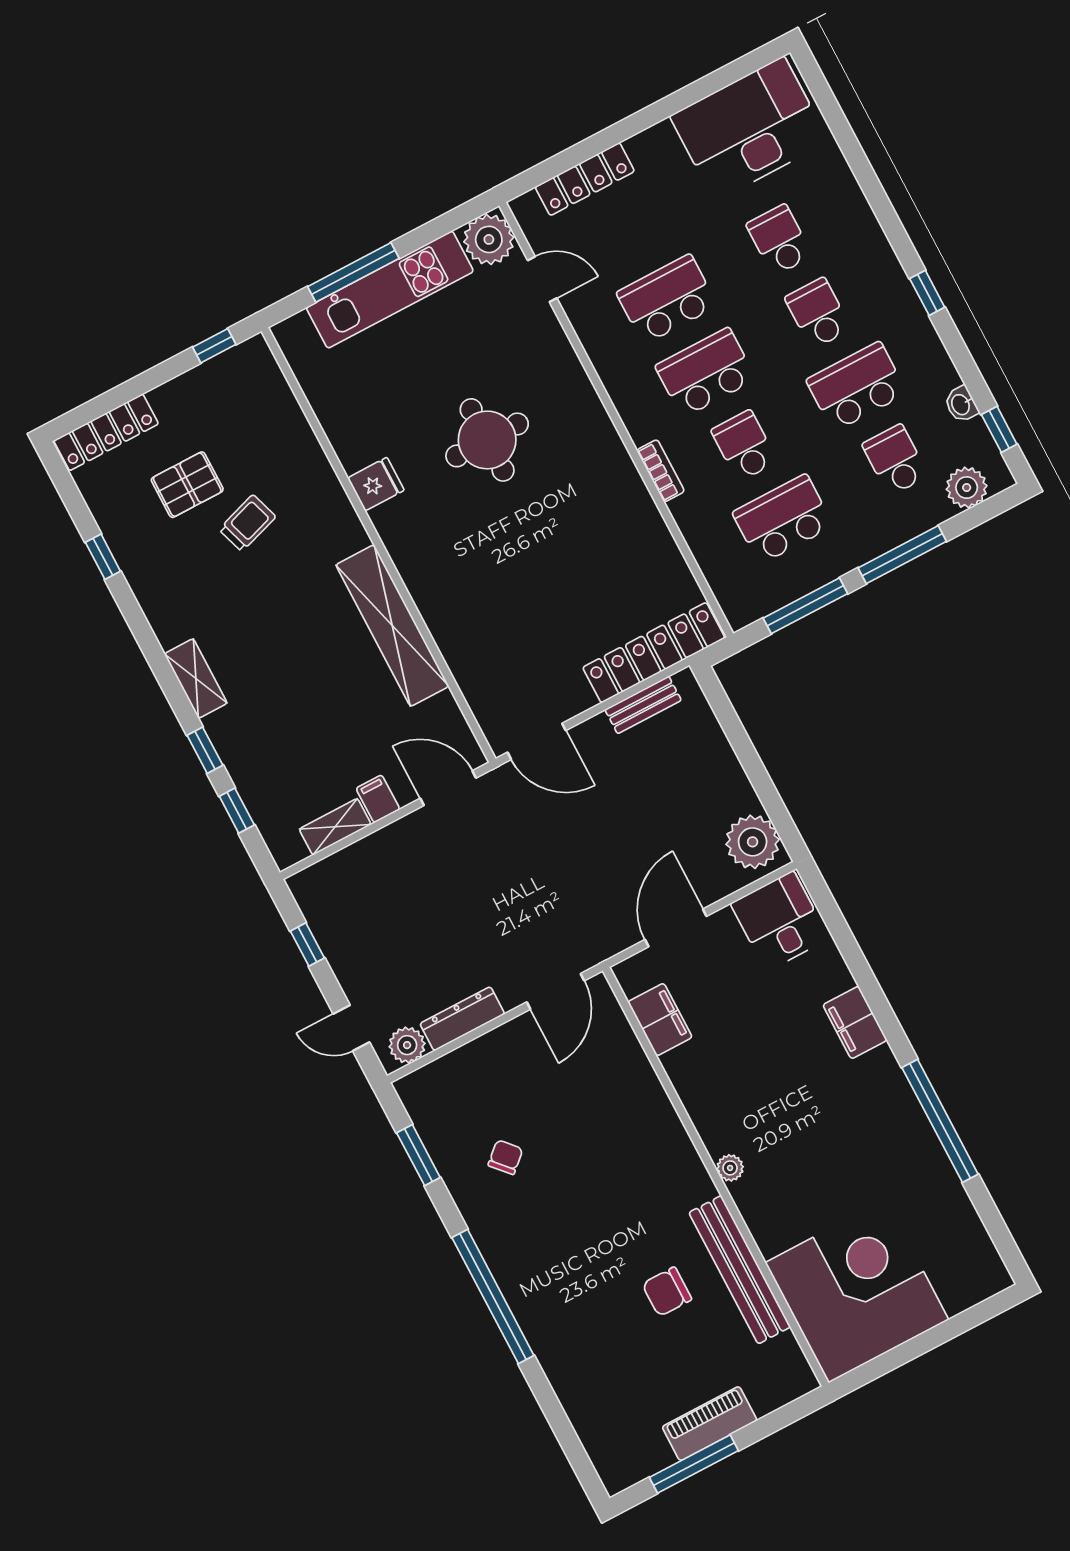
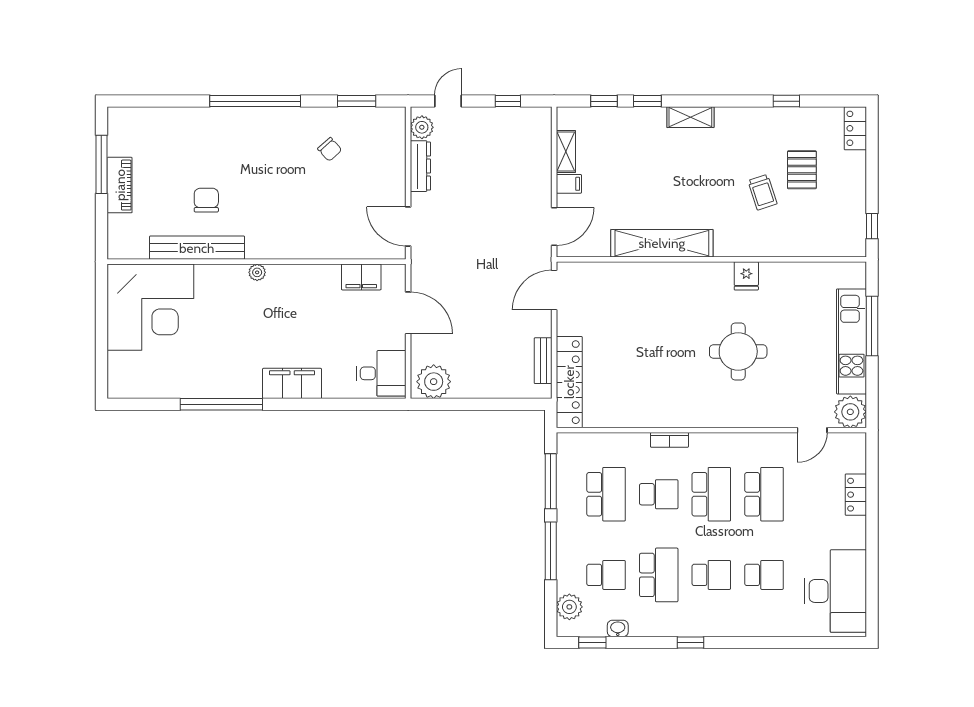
locker: (585, 179) -> (856, 495), width x0.66
locker: (106, 432) -> (855, 128), width x0.66
filing cabinet: (855, 1022) -> (292, 383), width x1.50, depth x1.17

